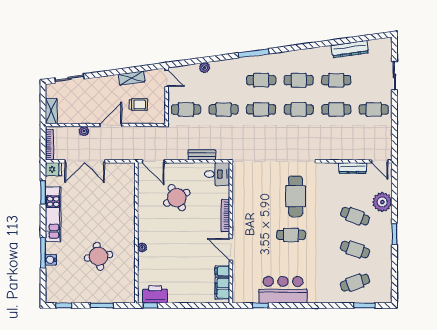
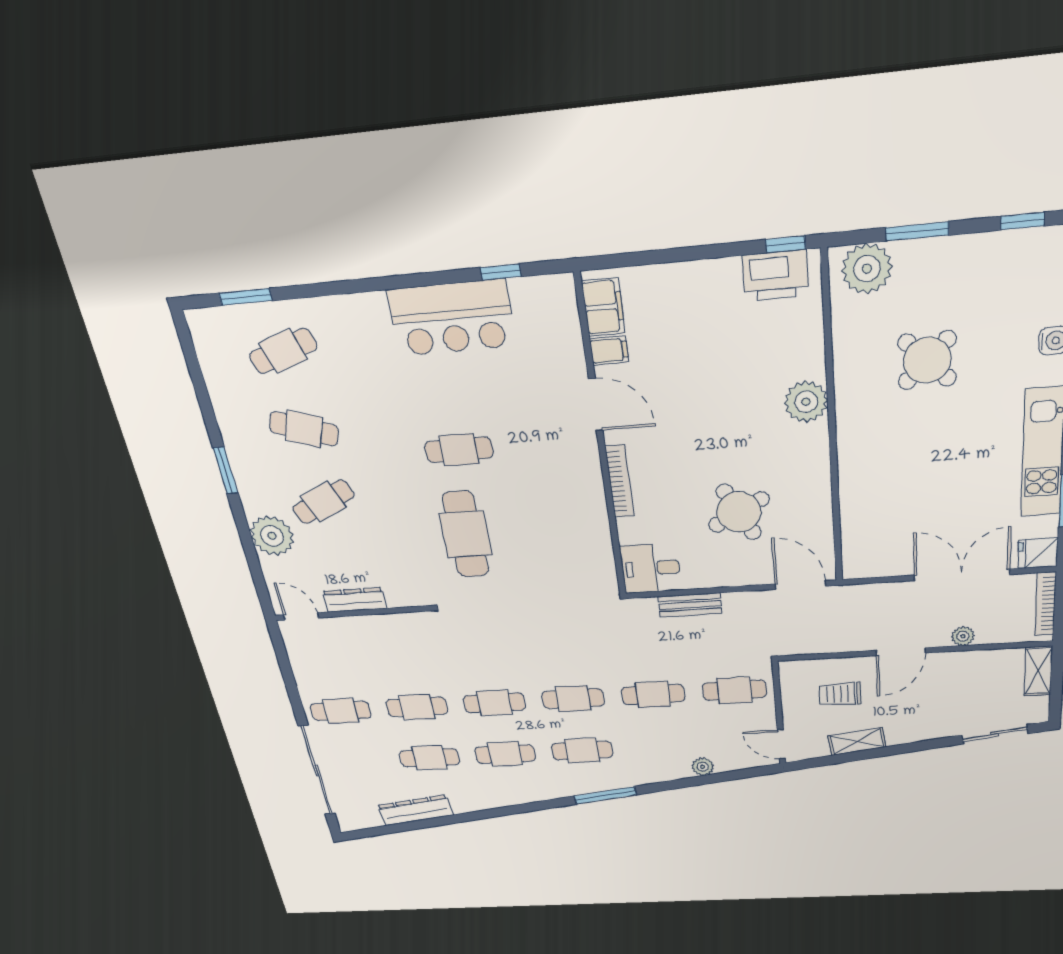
sliding door: (394, 76) -> (317, 771), width x1.86
cafe table: (355, 216) -> (323, 502), turned -45
plant: (142, 247) -> (806, 402), width x1.88, depth x1.88
round table: (99, 256) -> (927, 360), turned -36
plant: (121, 294) -> (867, 269), added

